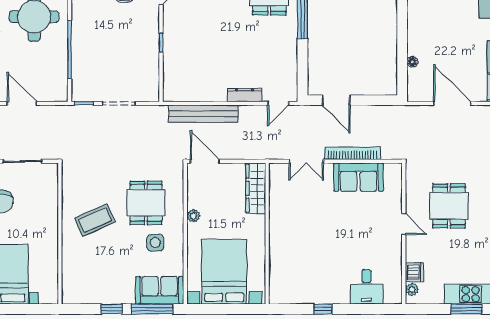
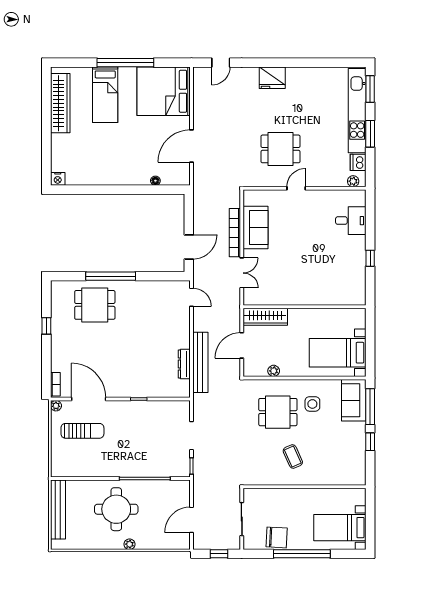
dresser: (245, 95) -> (184, 364), moved
door: (205, 161) -> (242, 345), moved
plant: (193, 216) -> (274, 371), moved
coffee table: (95, 220) -> (293, 456), width x0.73, depth x0.77
bed with nightstands: (224, 272) -> (338, 353), width x0.73
dishwasher: (414, 272) -> (358, 162), moved, turned -90

